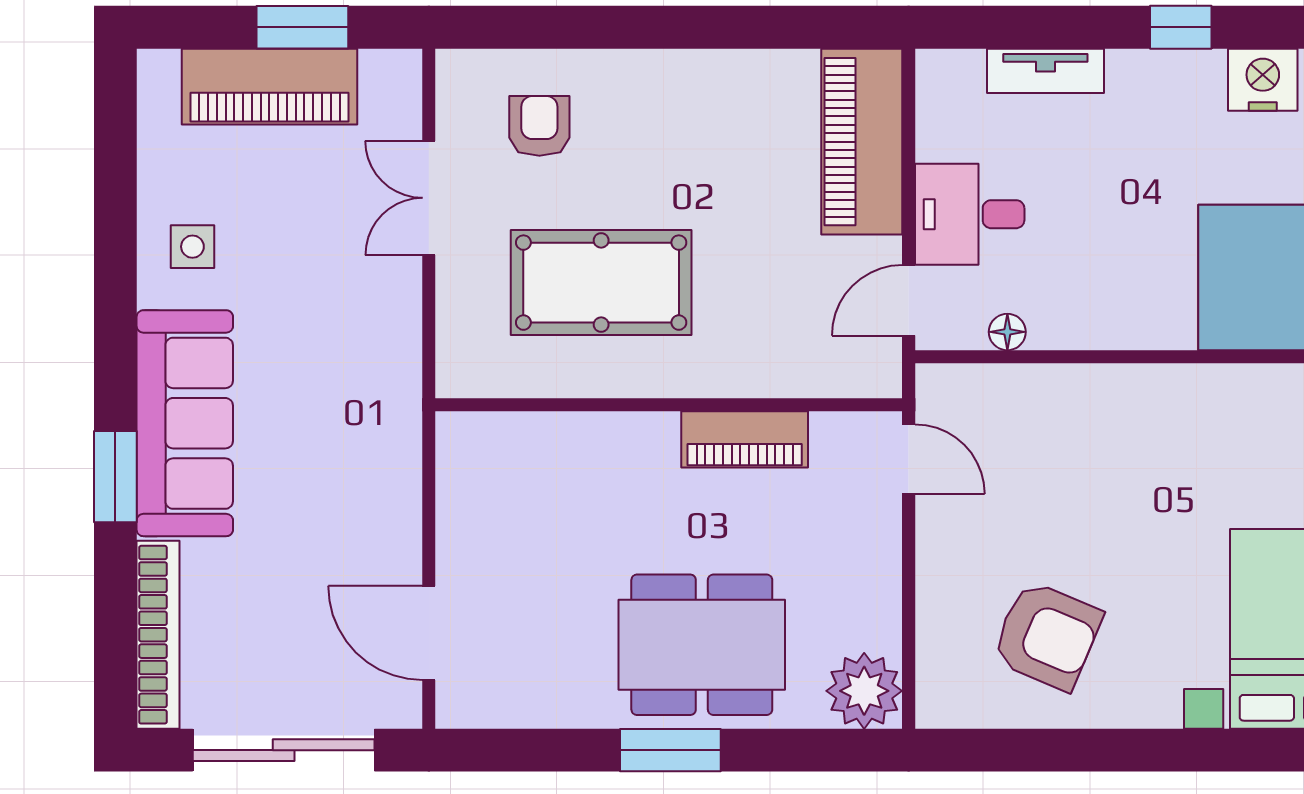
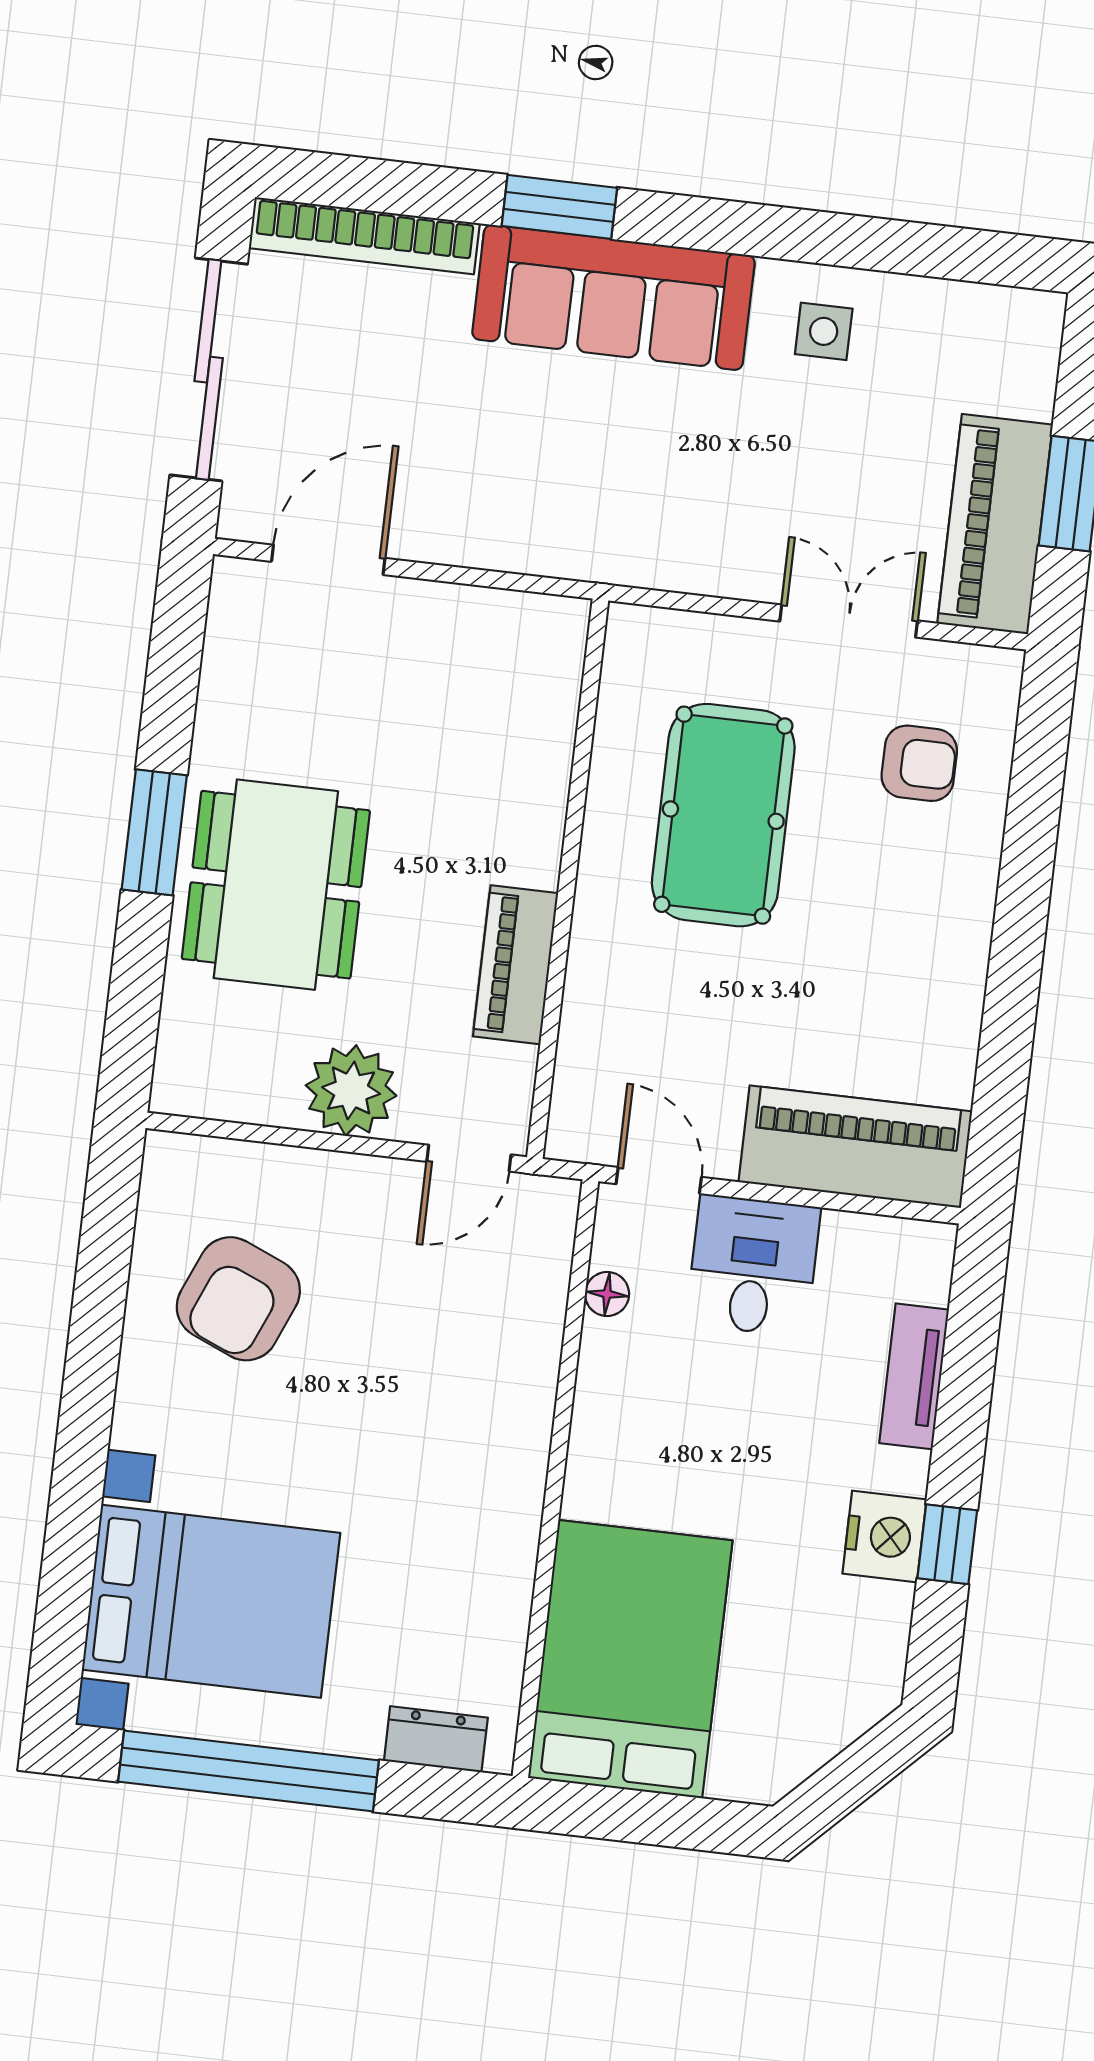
nightstand: (1263, 80) -> (884, 1536), moved
piano: (269, 87) -> (995, 524), moved
plant: (864, 691) -> (351, 1090), moved

